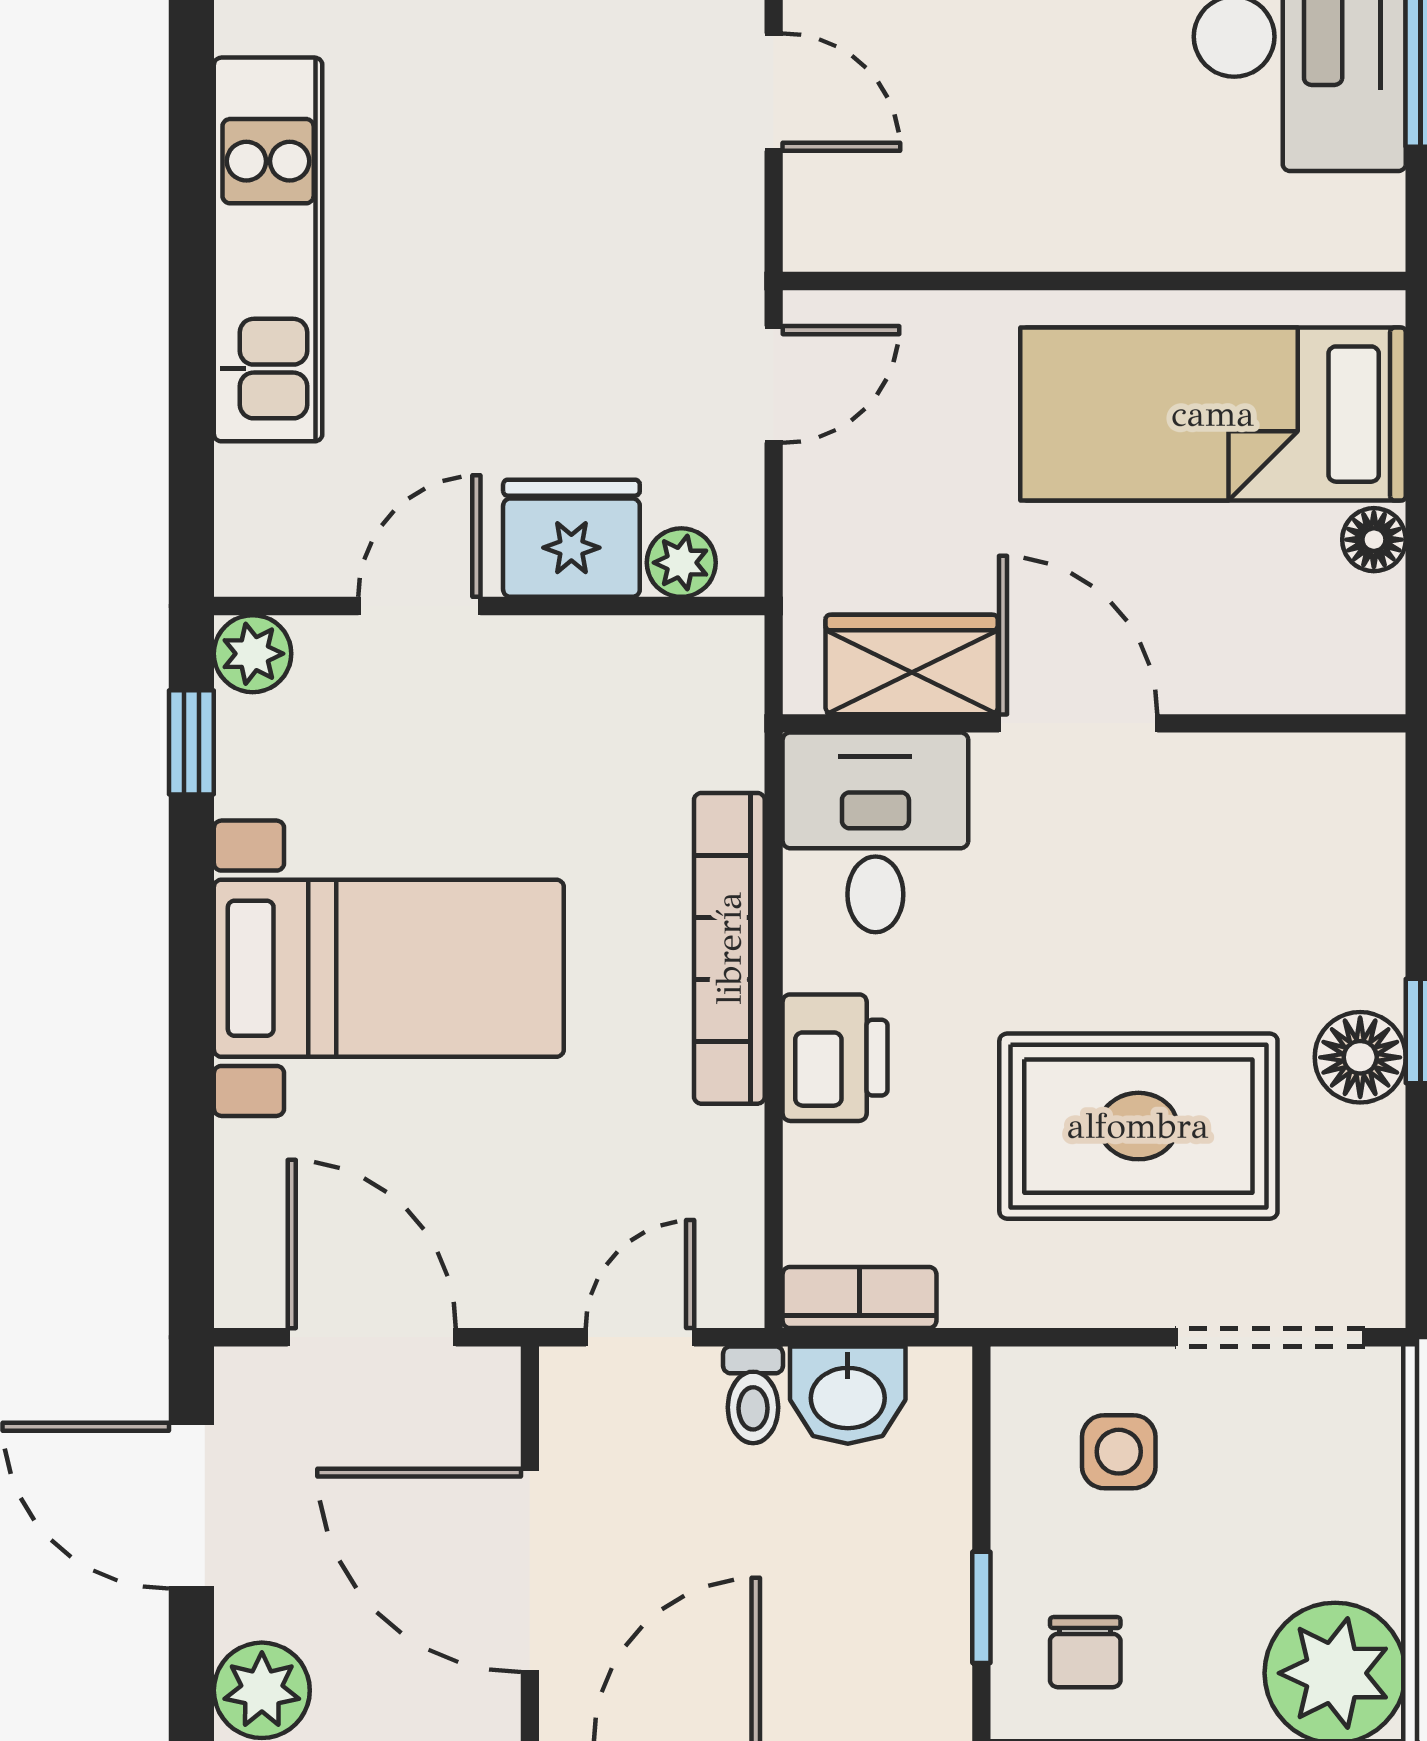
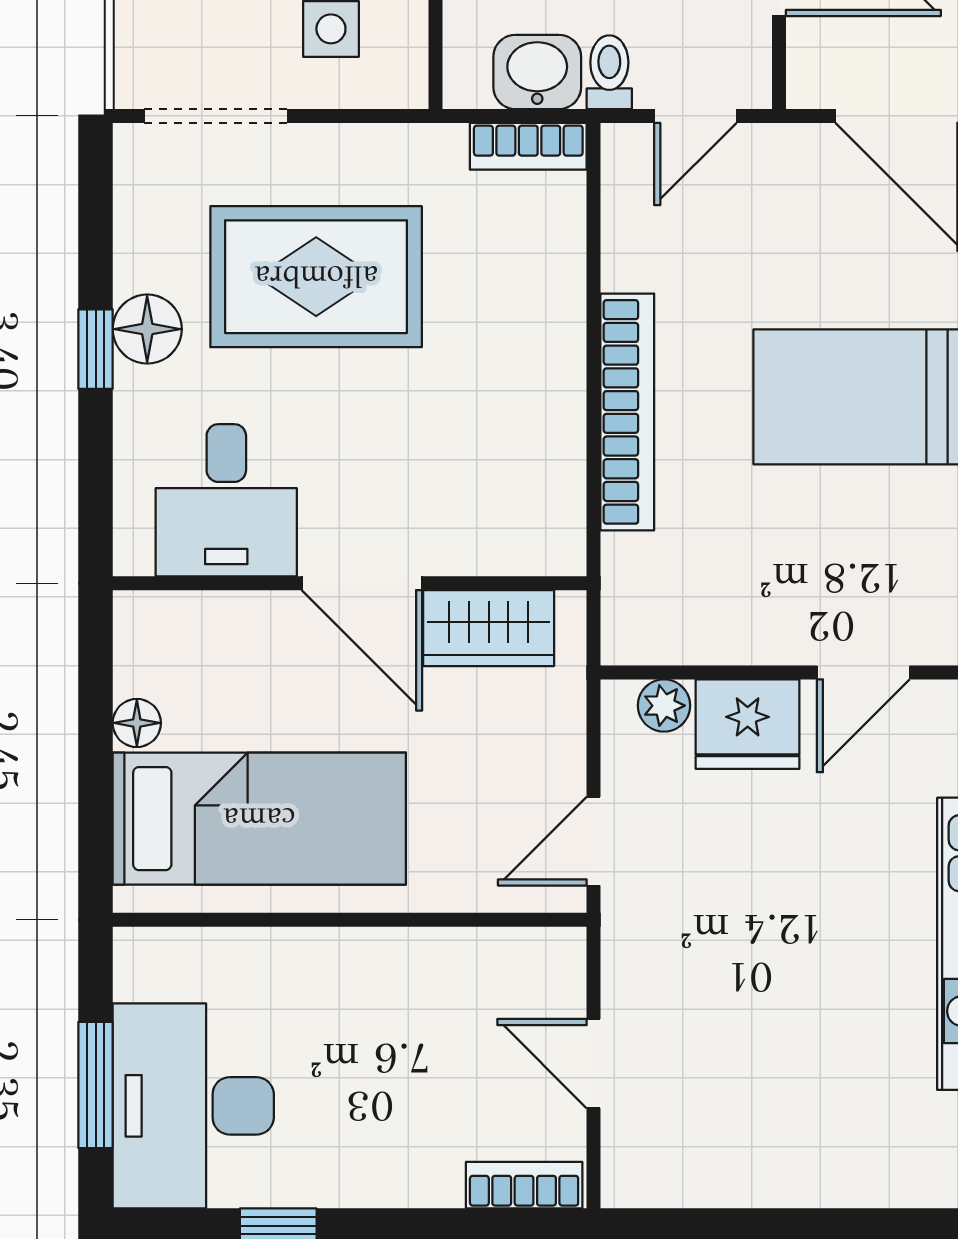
desk: (875, 832) -> (226, 500), moved
printer: (835, 1058) -> (547, 329), removed

